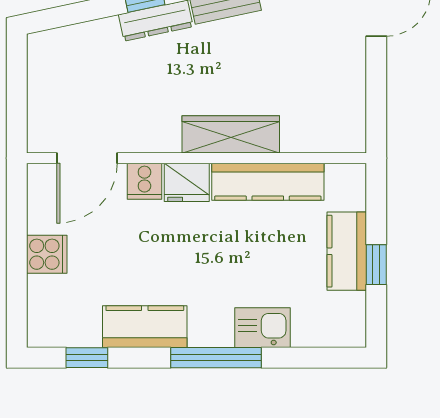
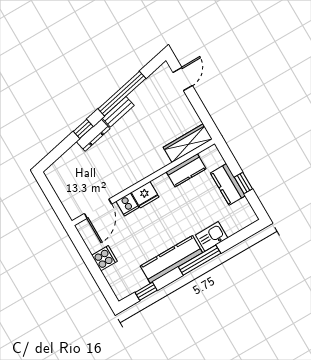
wardrobe: (231, 134) -> (188, 143), moved
kitchen counter: (268, 182) -> (186, 170), width x0.67
kitchen counter: (145, 327) -> (171, 259), width x1.50

